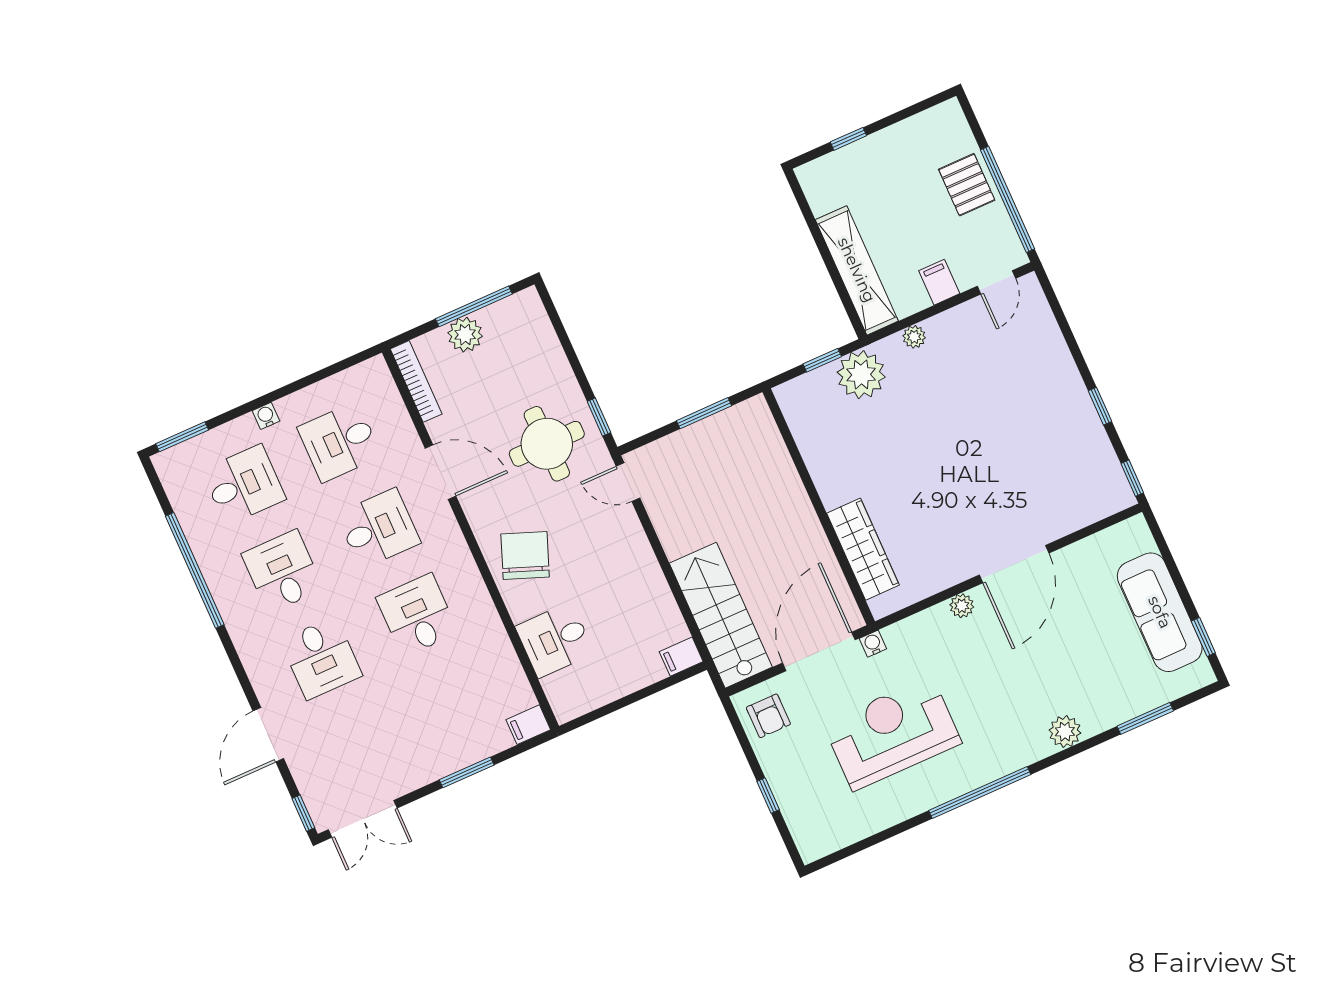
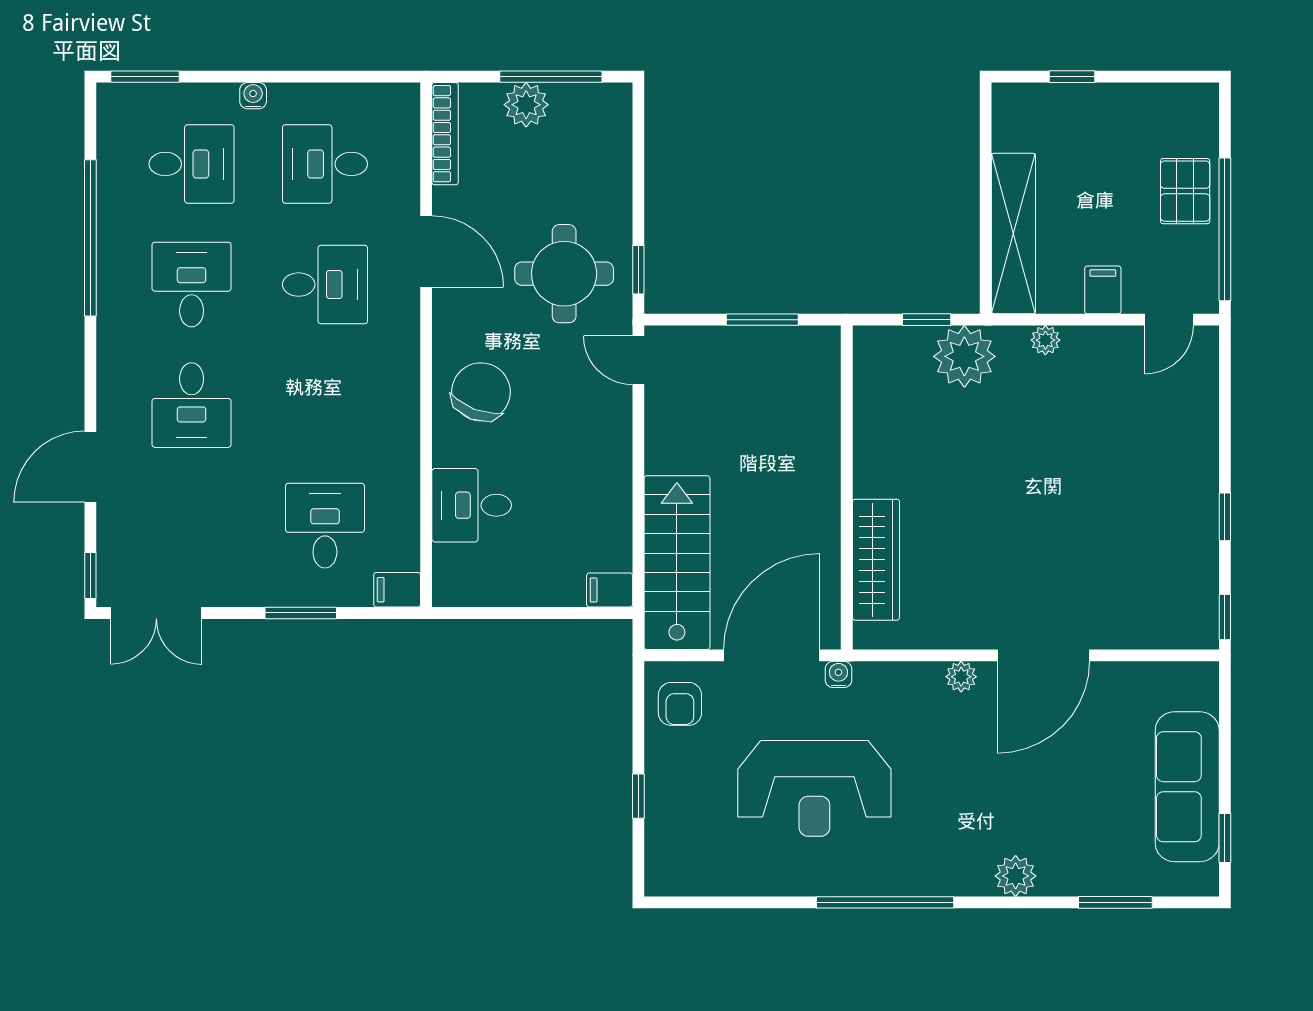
desk: (417, 615) -> (325, 526), moved
reception desk: (892, 733) -> (814, 788), turned 180

